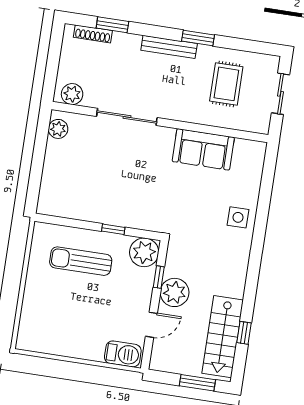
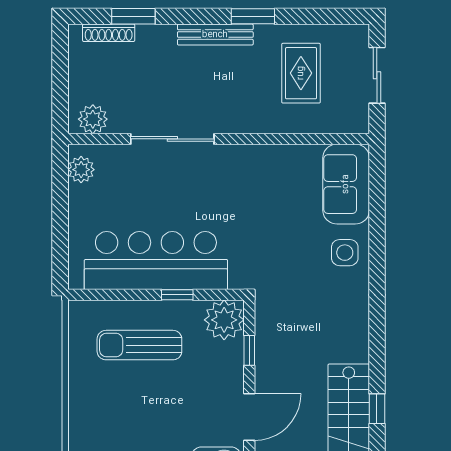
sofa: (203, 149) -> (346, 184), moved, turned 90
bar counter: (102, 202) -> (156, 261), added
plant: (175, 292) -> (274, 368), removed
door: (151, 325) -> (249, 417), width x1.38

